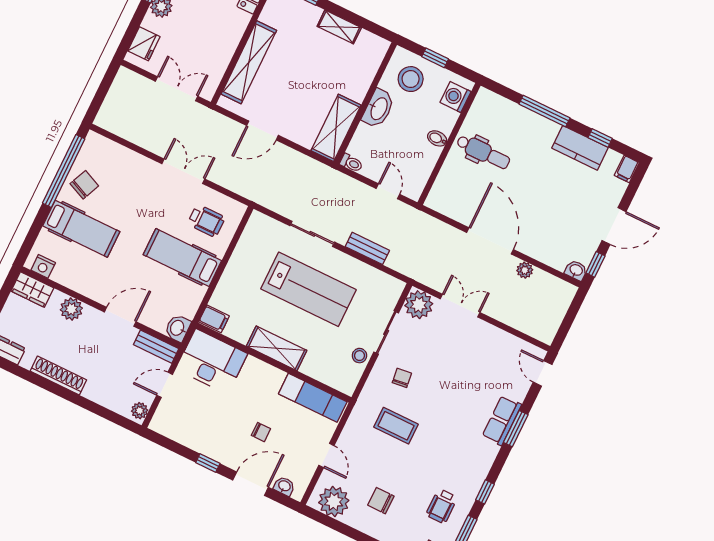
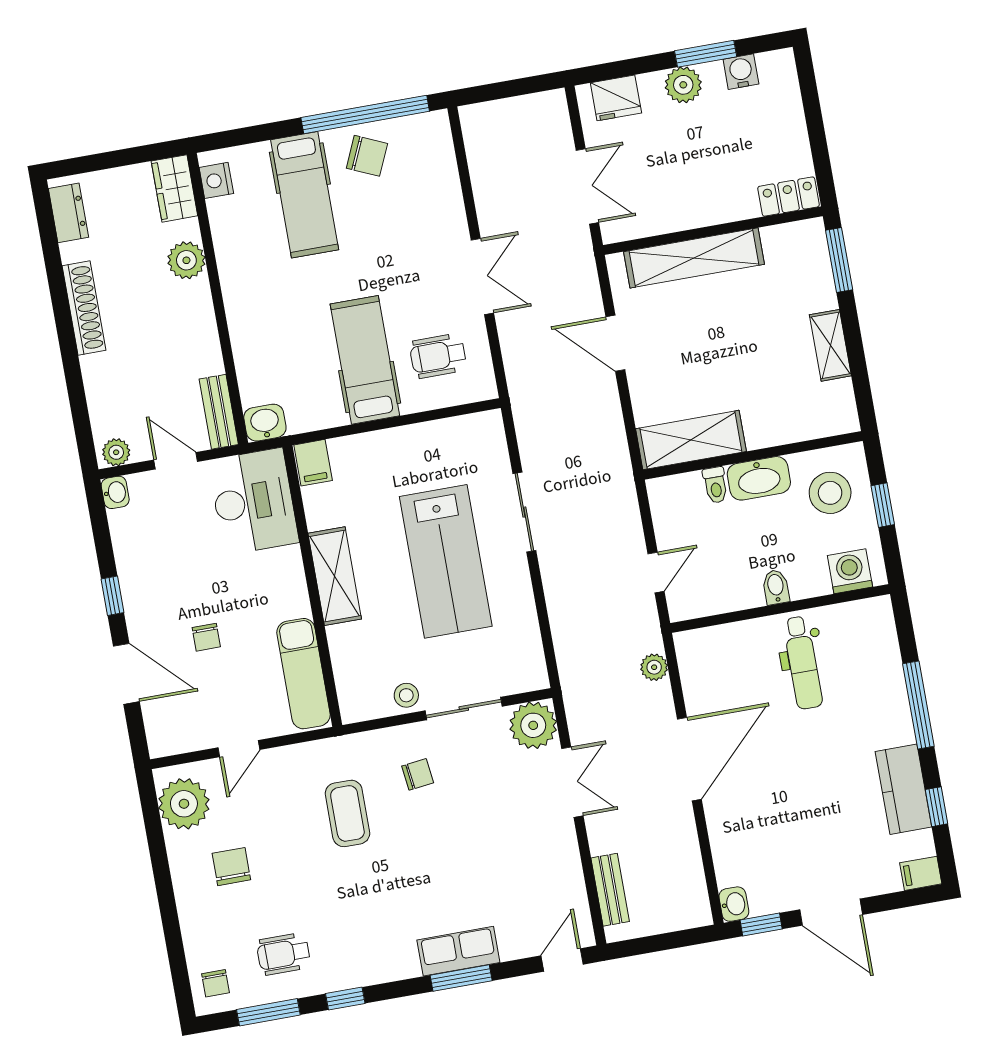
toilet: (351, 163) -> (715, 485), moved
wheelchair: (206, 221) -> (438, 356), turned 90
bench: (367, 248) -> (610, 890), moved
plant: (525, 270) -> (654, 667), moved
door: (120, 317) -> (224, 334), removed
washbasin: (284, 486) -> (115, 492), moved

